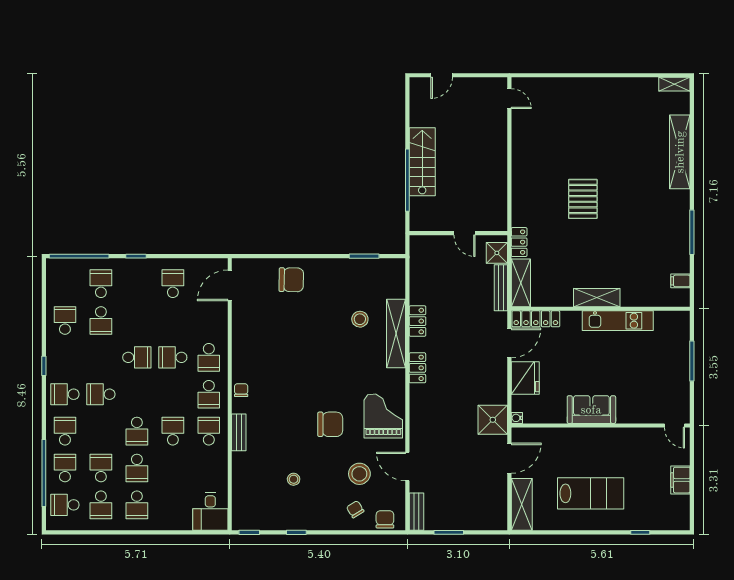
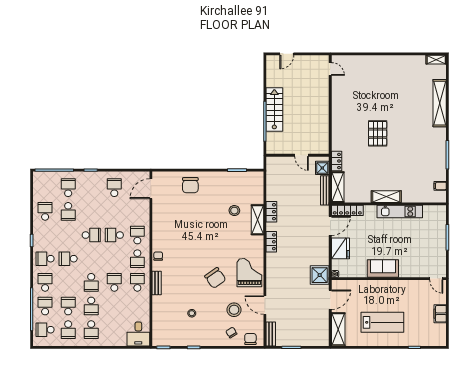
chair: (291, 280) -> (190, 185), turned 89
shelving: (396, 334) -> (258, 220), width x0.68
school desk: (209, 357) -> (137, 235), turned 180
chair: (330, 424) -> (215, 278), turned 55

